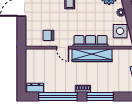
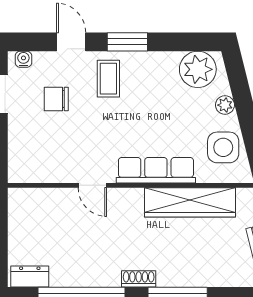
chair: (48, 35) -> (56, 99), moved
wardrobe: (92, 55) -> (190, 202), moved

